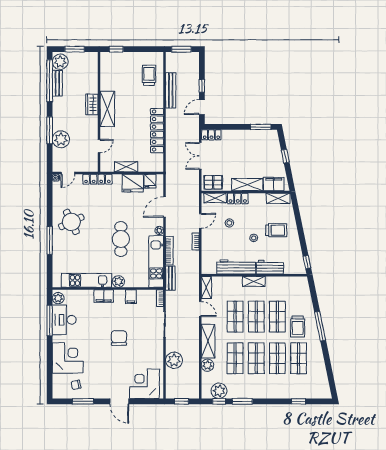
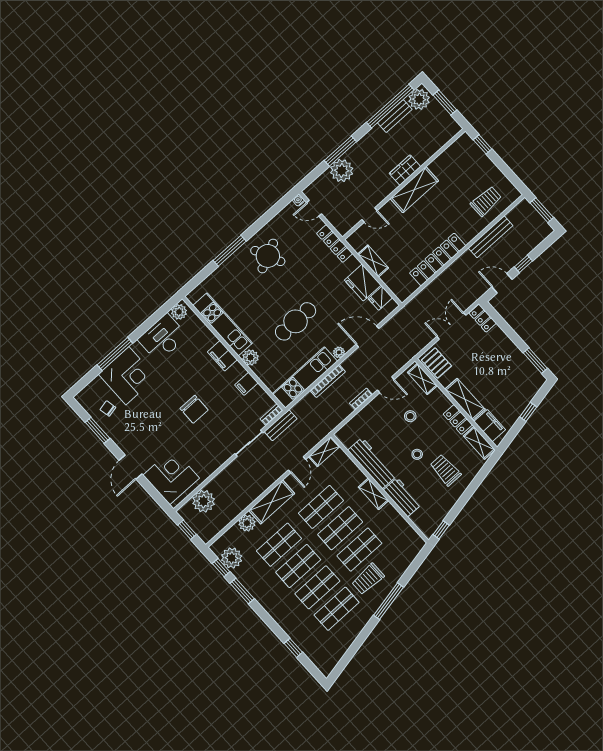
locker: (238, 198) -> (458, 419), moved
trolley: (276, 230) -> (445, 470), turned 180
bench: (170, 278) -> (281, 425), moved
window: (50, 320) -> (115, 354), moved
chair: (119, 338) -> (194, 409), turned 90
plant: (174, 360) -> (204, 501), moved

